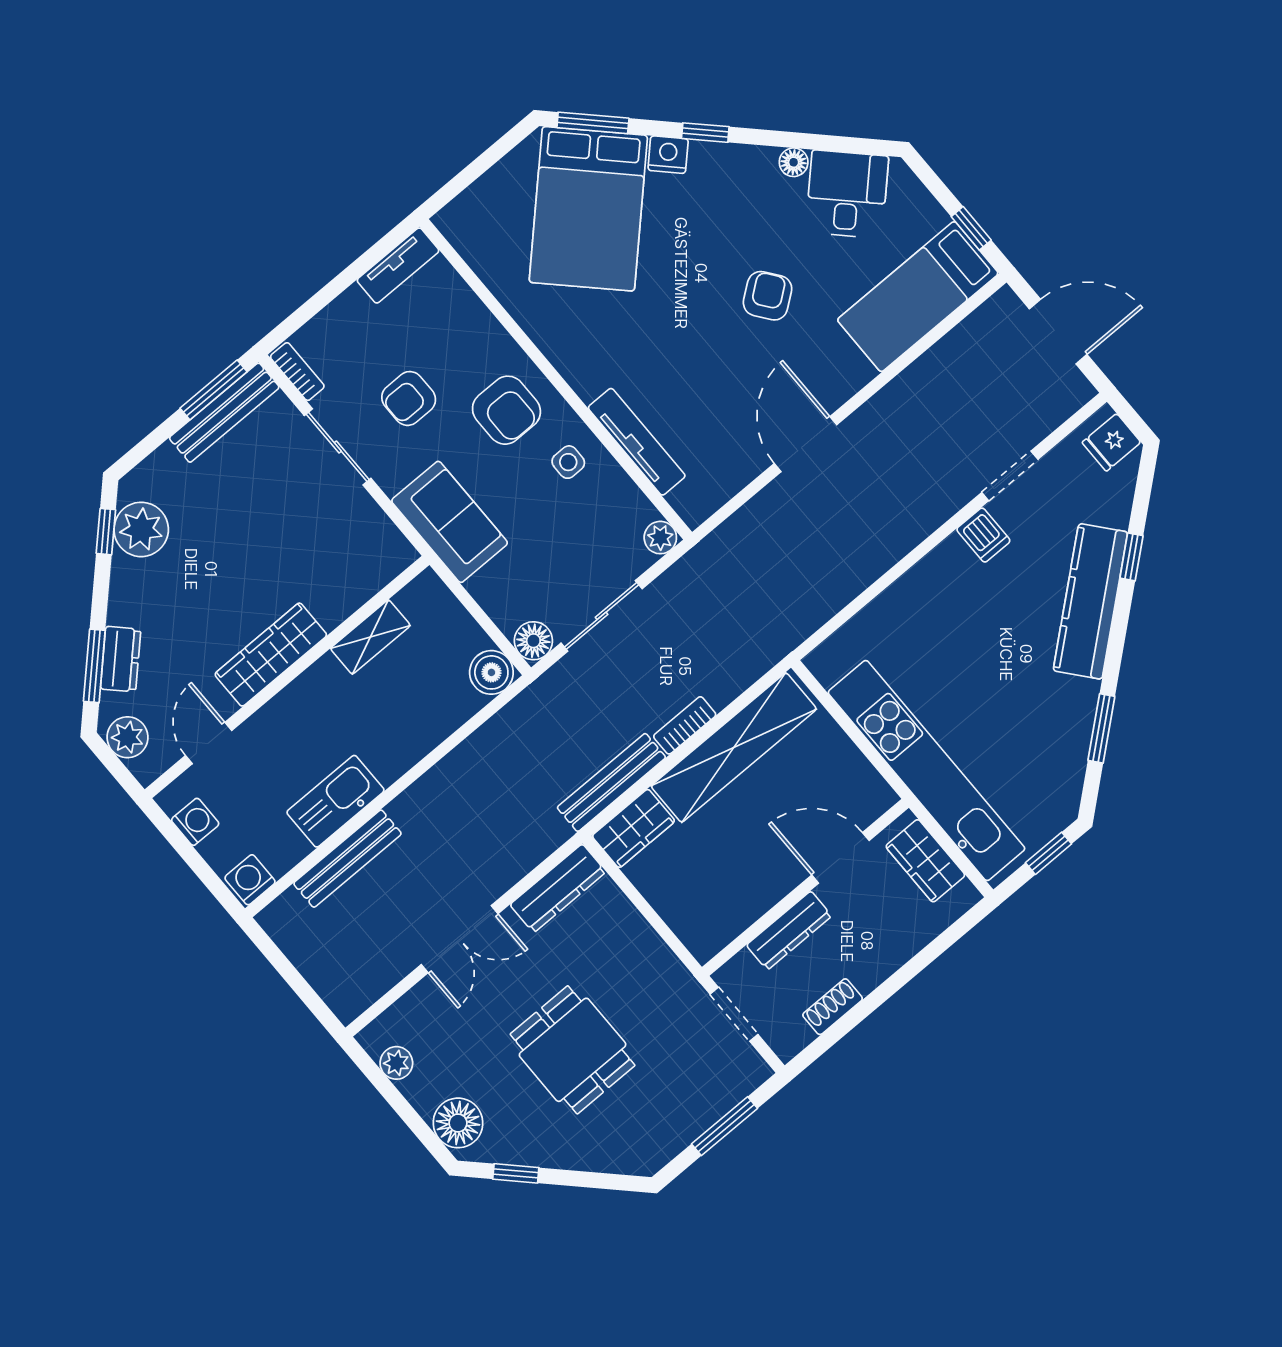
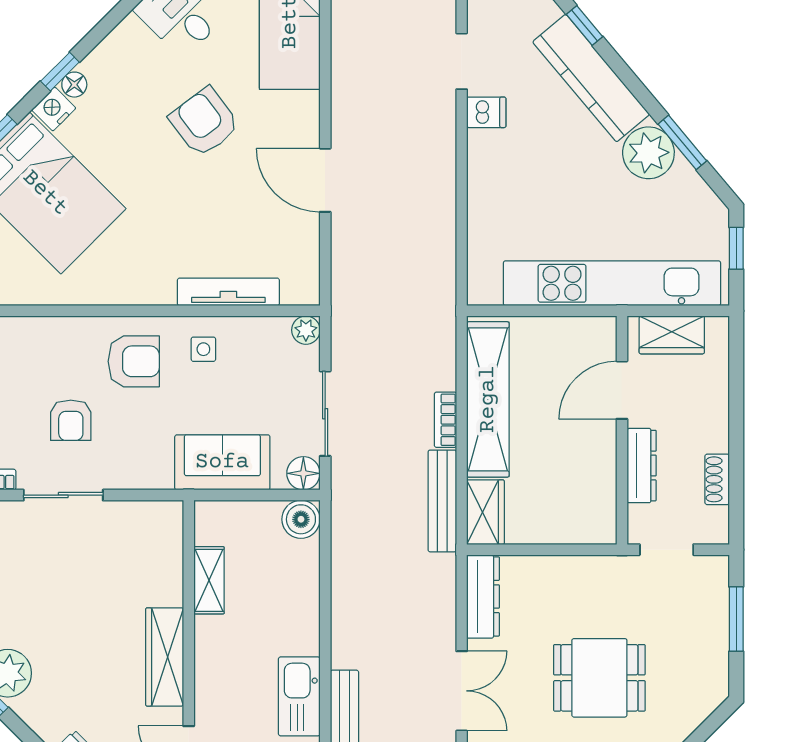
floor lamp: (794, 162) -> (74, 85), moved
armchair: (768, 296) -> (204, 122), width x1.38, depth x1.38
sofa: (450, 522) -> (222, 462), moved
plant: (1067, 706) -> (648, 153), added

